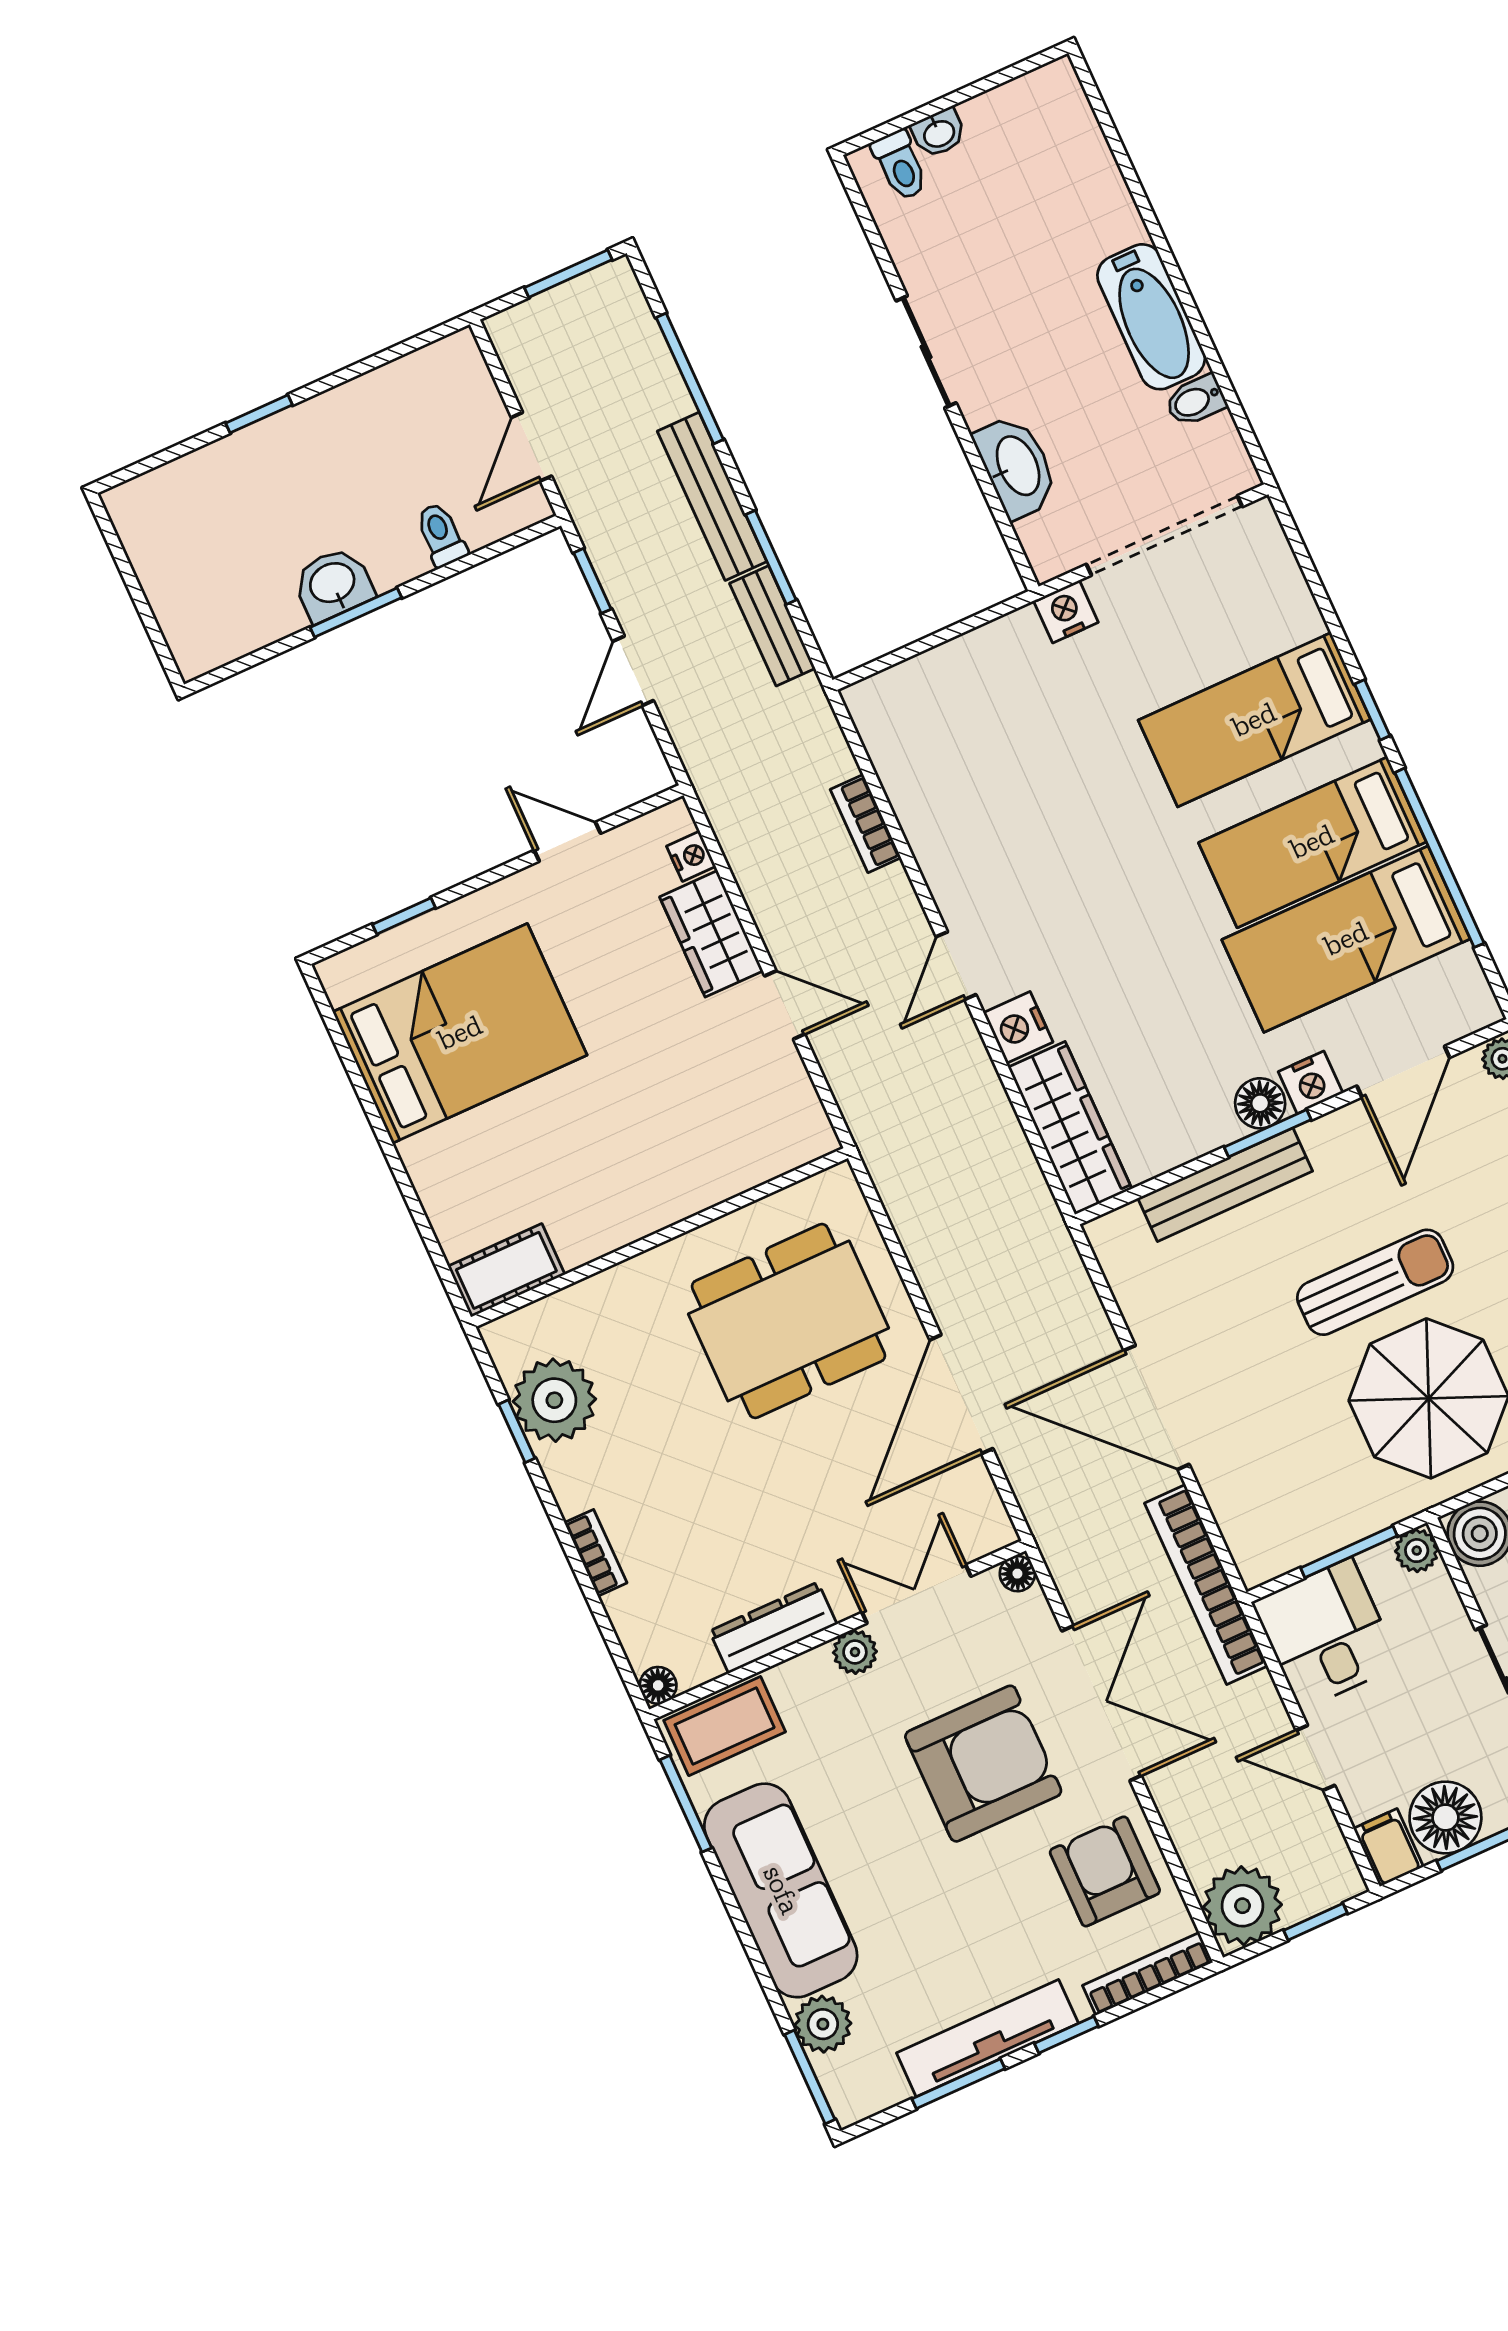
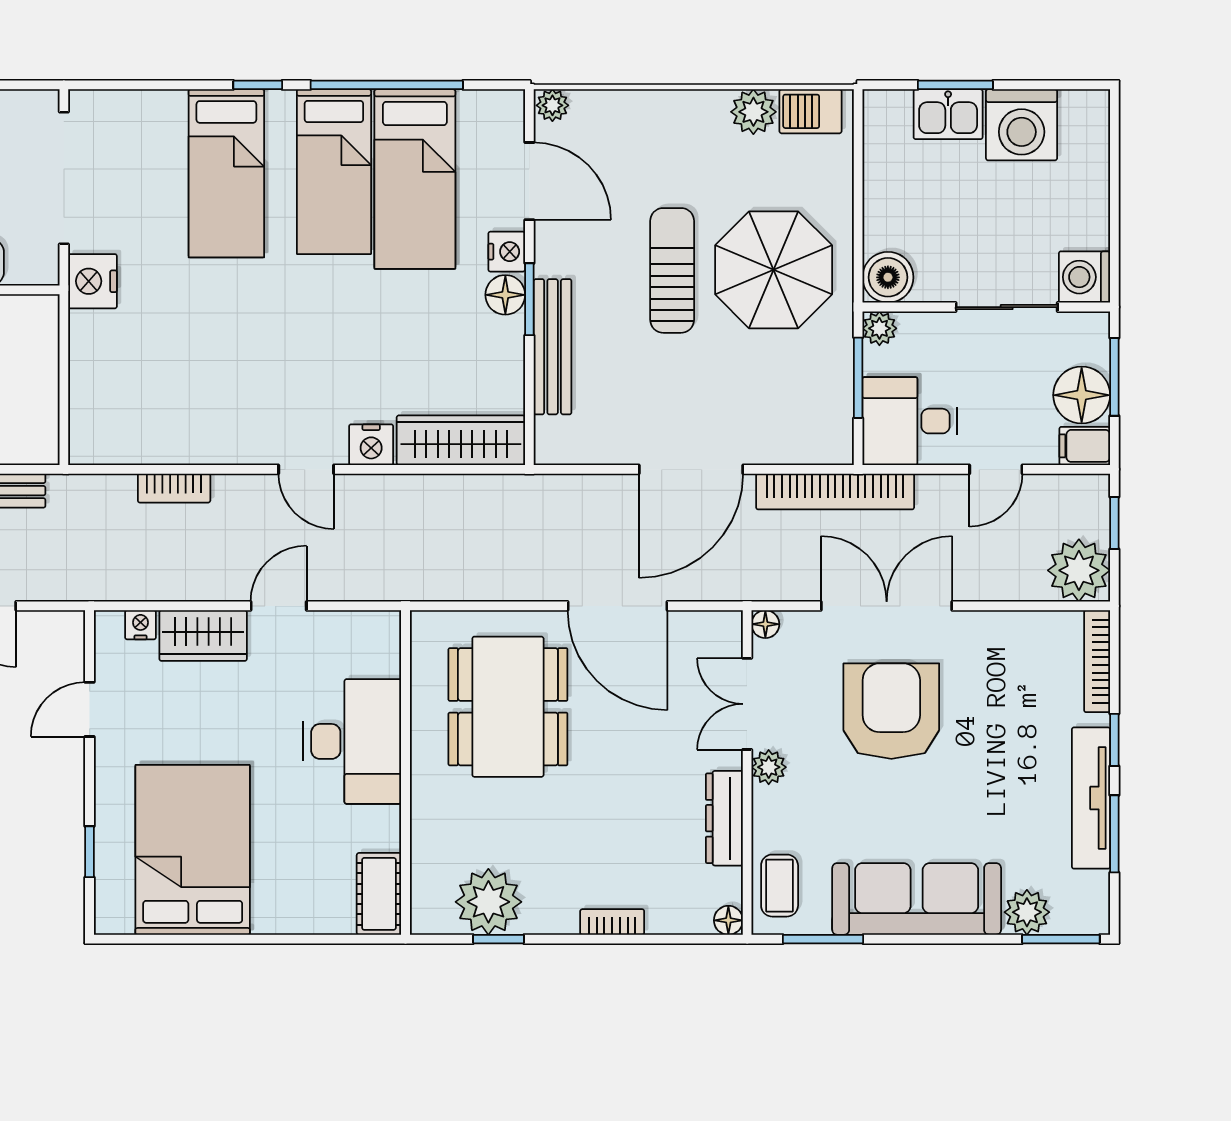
nightstand: (1066, 612) -> (93, 281), width x1.36, depth x1.33
desk: (667, 1160) -> (352, 741), added
coffee table: (725, 1726) -> (780, 886), width x0.73, depth x0.77
armchair: (1105, 1871) -> (1009, 659), removed

